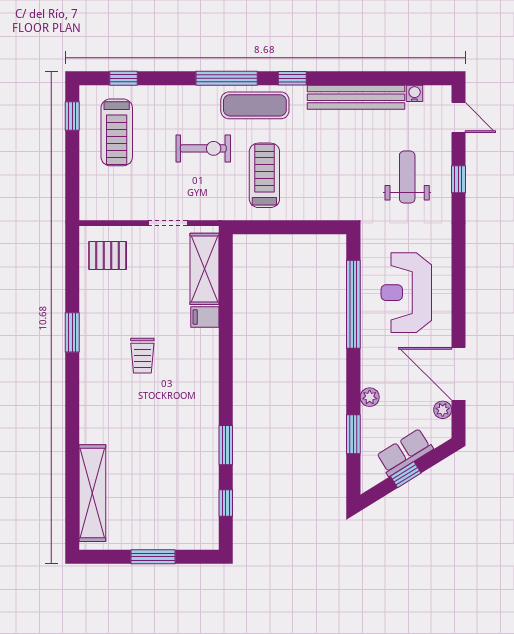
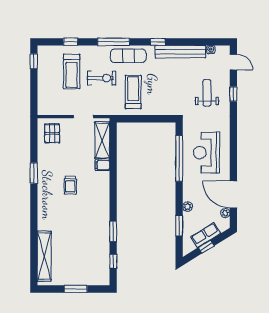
window: (124, 78) -> (71, 42), moved
window: (292, 78) -> (158, 42), moved
treadmill: (117, 132) -> (72, 72), moved
pallet: (108, 256) -> (52, 133), turned 90

